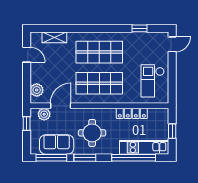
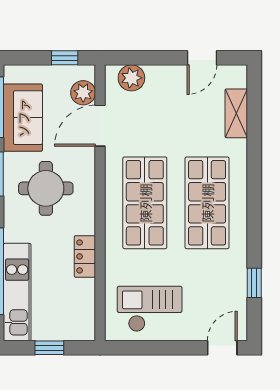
door: (172, 44) -> (222, 348), swing flipped
door: (61, 106) -> (100, 126), swing flipped
locker: (132, 113) -> (85, 256), width x0.66

